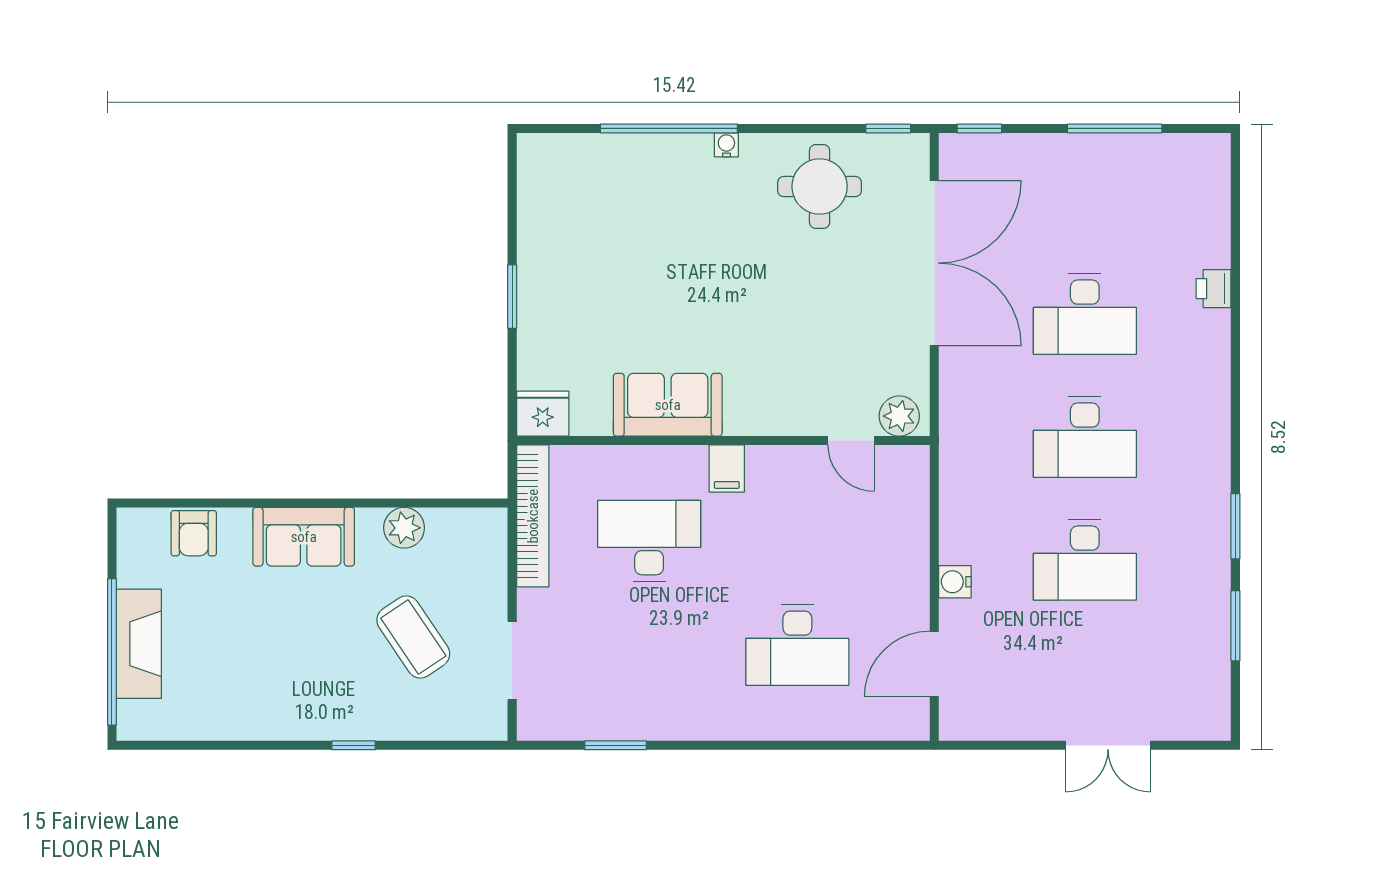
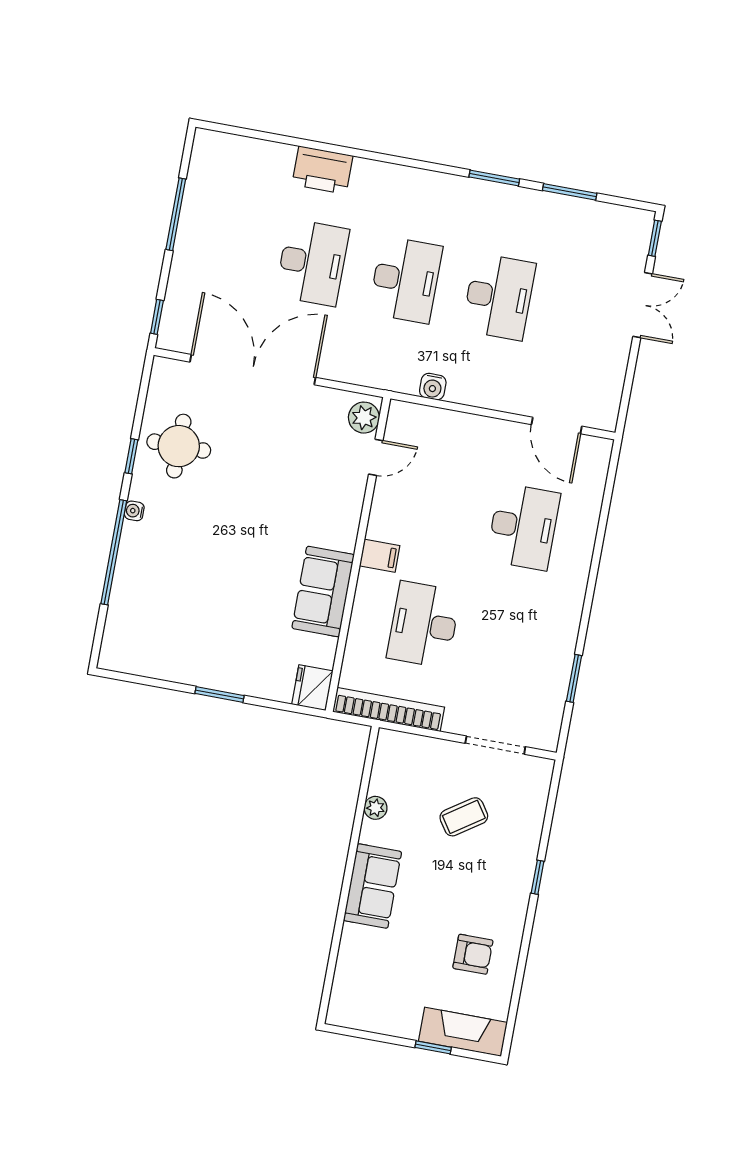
window: (888, 128) -> (131, 456), moved
printer: (1214, 289) -> (322, 170), width x1.87, depth x1.48
plant: (404, 528) -> (375, 808), width x0.73, depth x0.73
armchair: (194, 533) -> (473, 954), moved
water cooler: (955, 582) -> (433, 387), moved
coffee table: (413, 637) -> (464, 817), width x0.73, depth x0.77
fireplace: (139, 644) -> (463, 1032), moved
window: (112, 652) -> (433, 1047), width x0.32
window: (1196, 745) -> (655, 238), added

